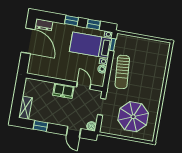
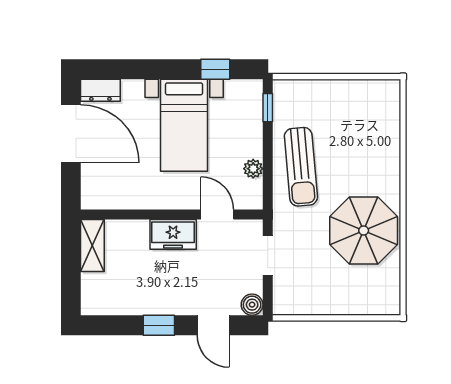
window: (72, 21) -> (163, 69), removed
bed with nightstands: (90, 45) -> (184, 125), moved, turned -90
shelving: (25, 108) -> (92, 245), moved
parasol: (133, 117) -> (364, 230), moved
window: (41, 126) -> (159, 325), moved

